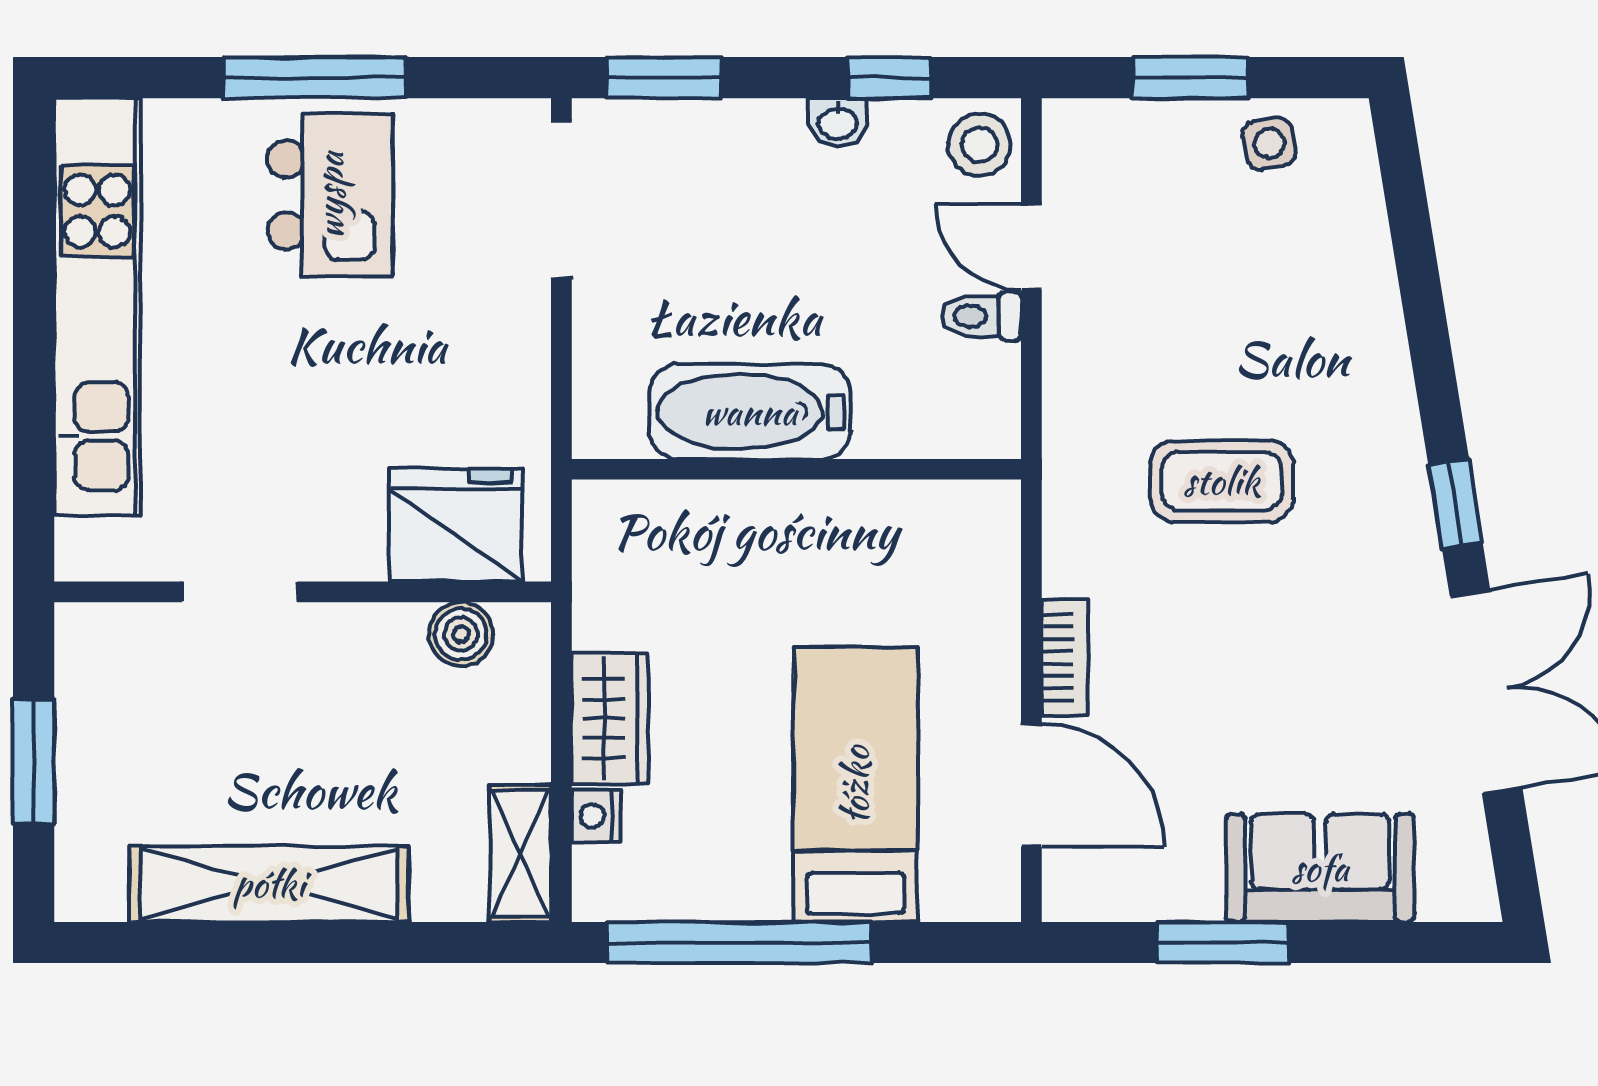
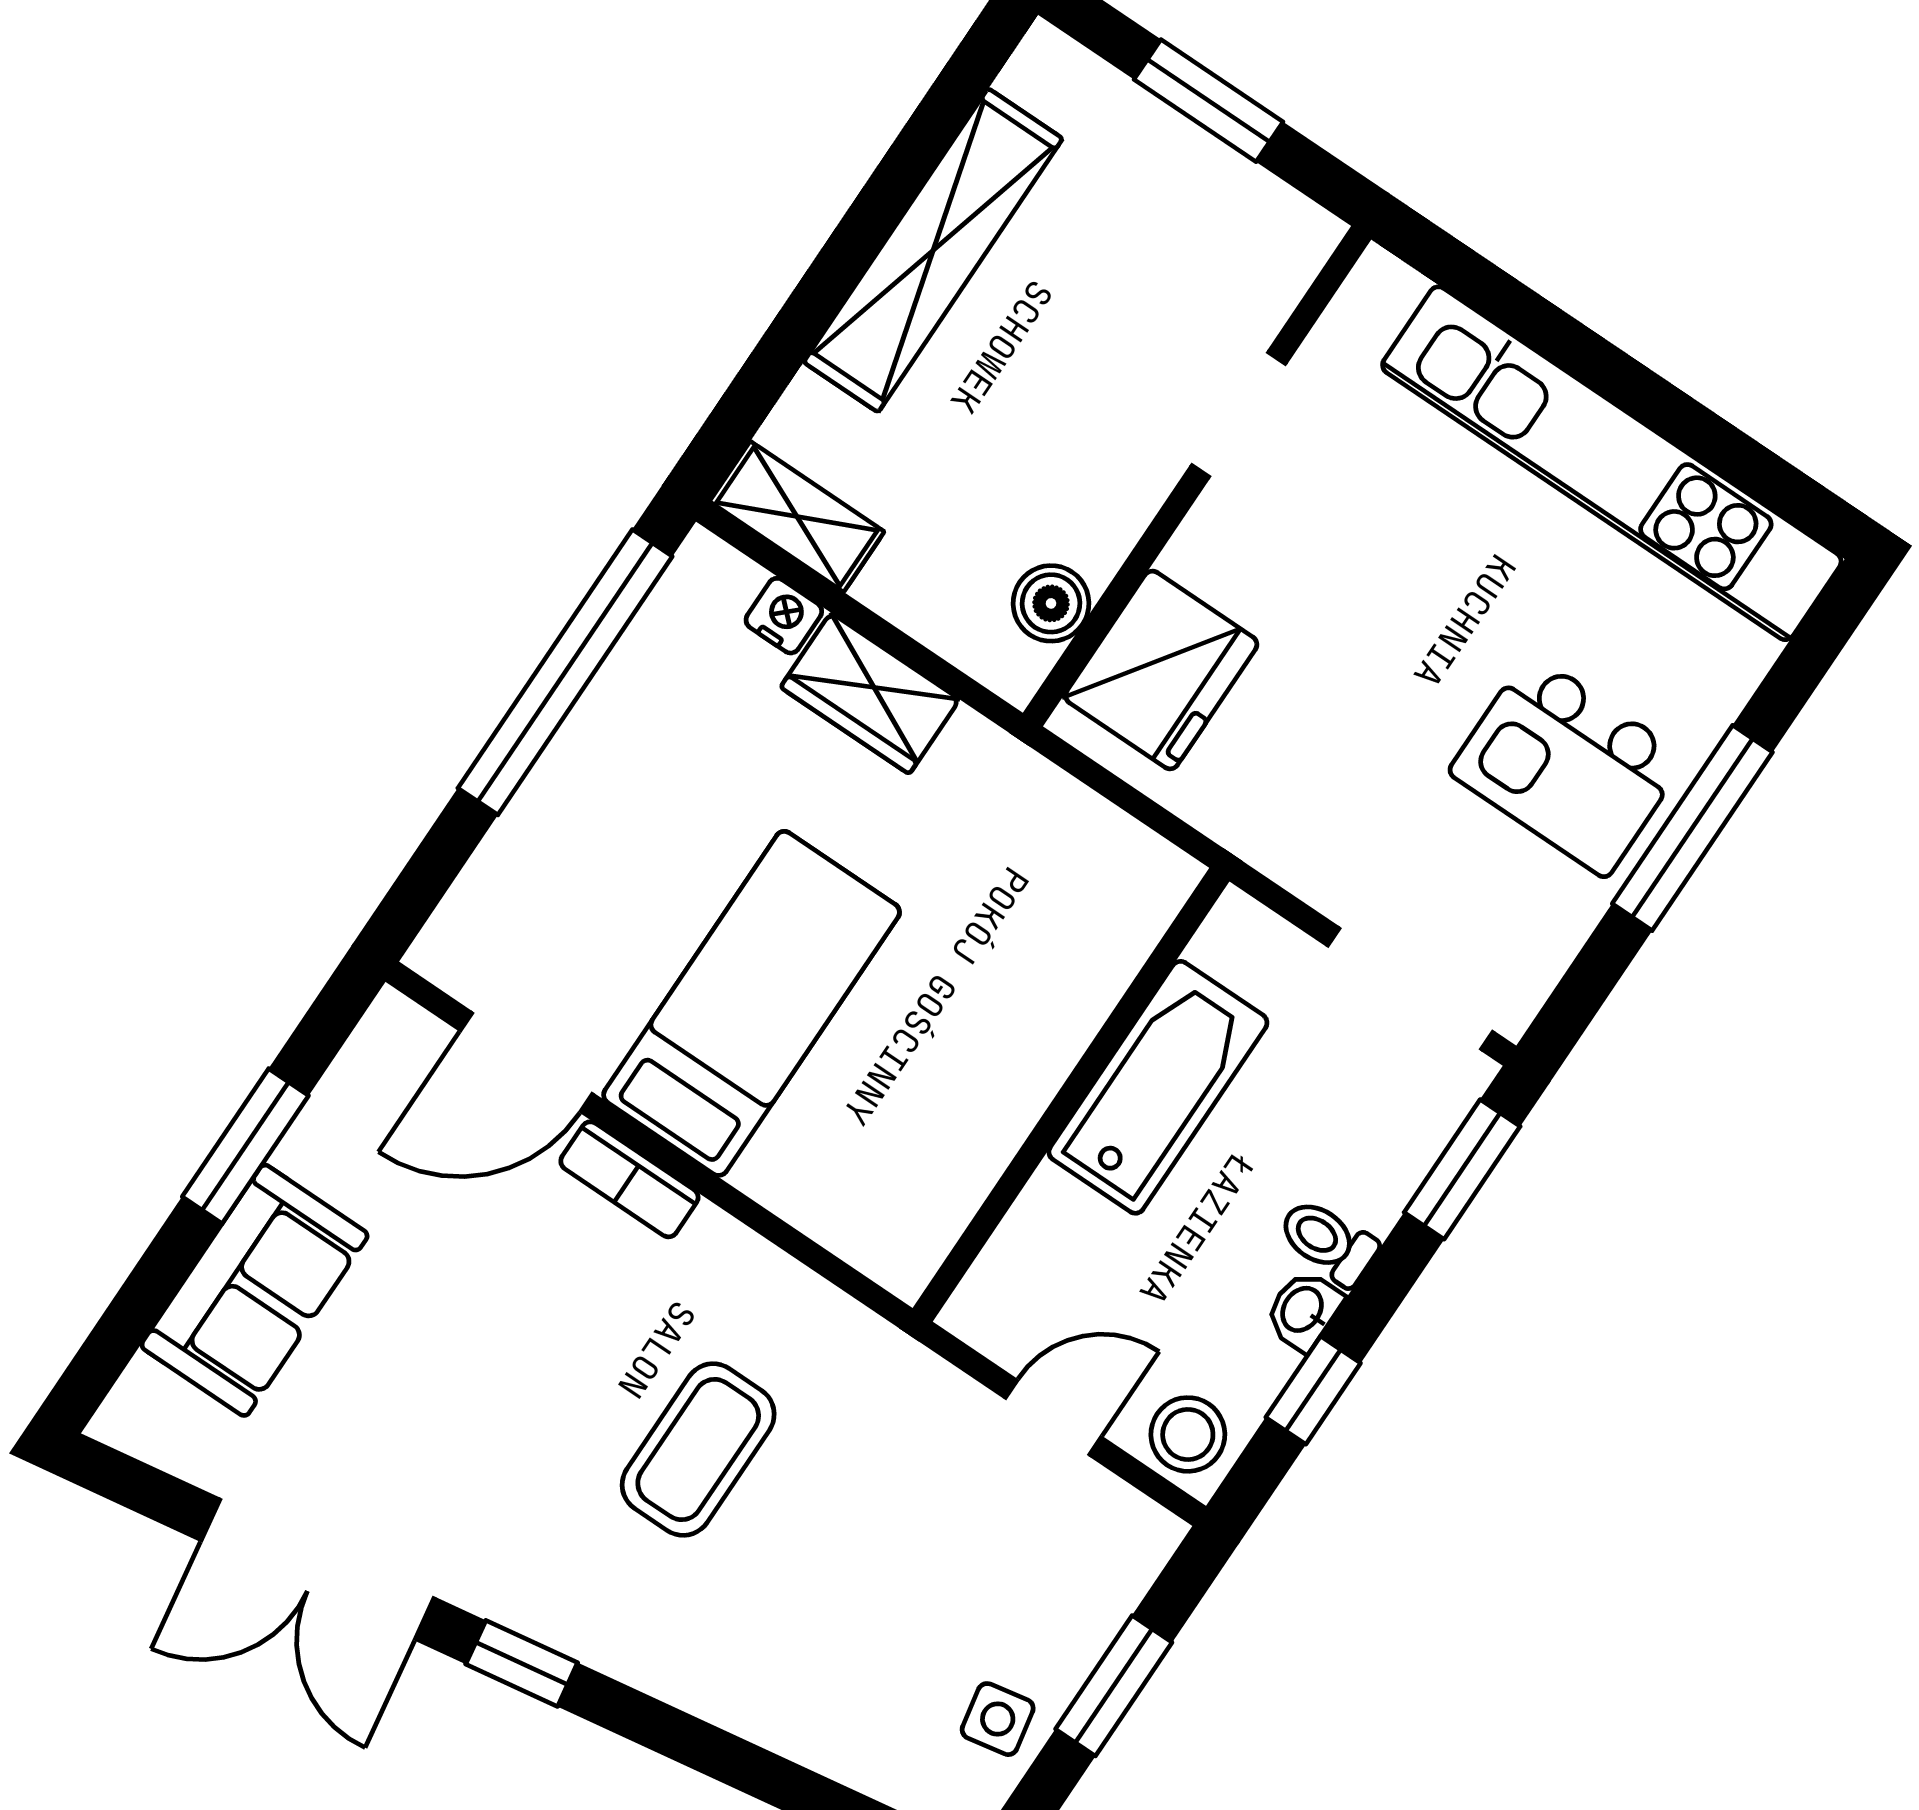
toilet: (981, 316) -> (1328, 1242), moved, turned -90
bathtub: (750, 412) -> (1158, 1087), moved
wall: (796, 469) -> (1071, 1095), moved
bed: (855, 785) -> (752, 1003), moved, turned -90

